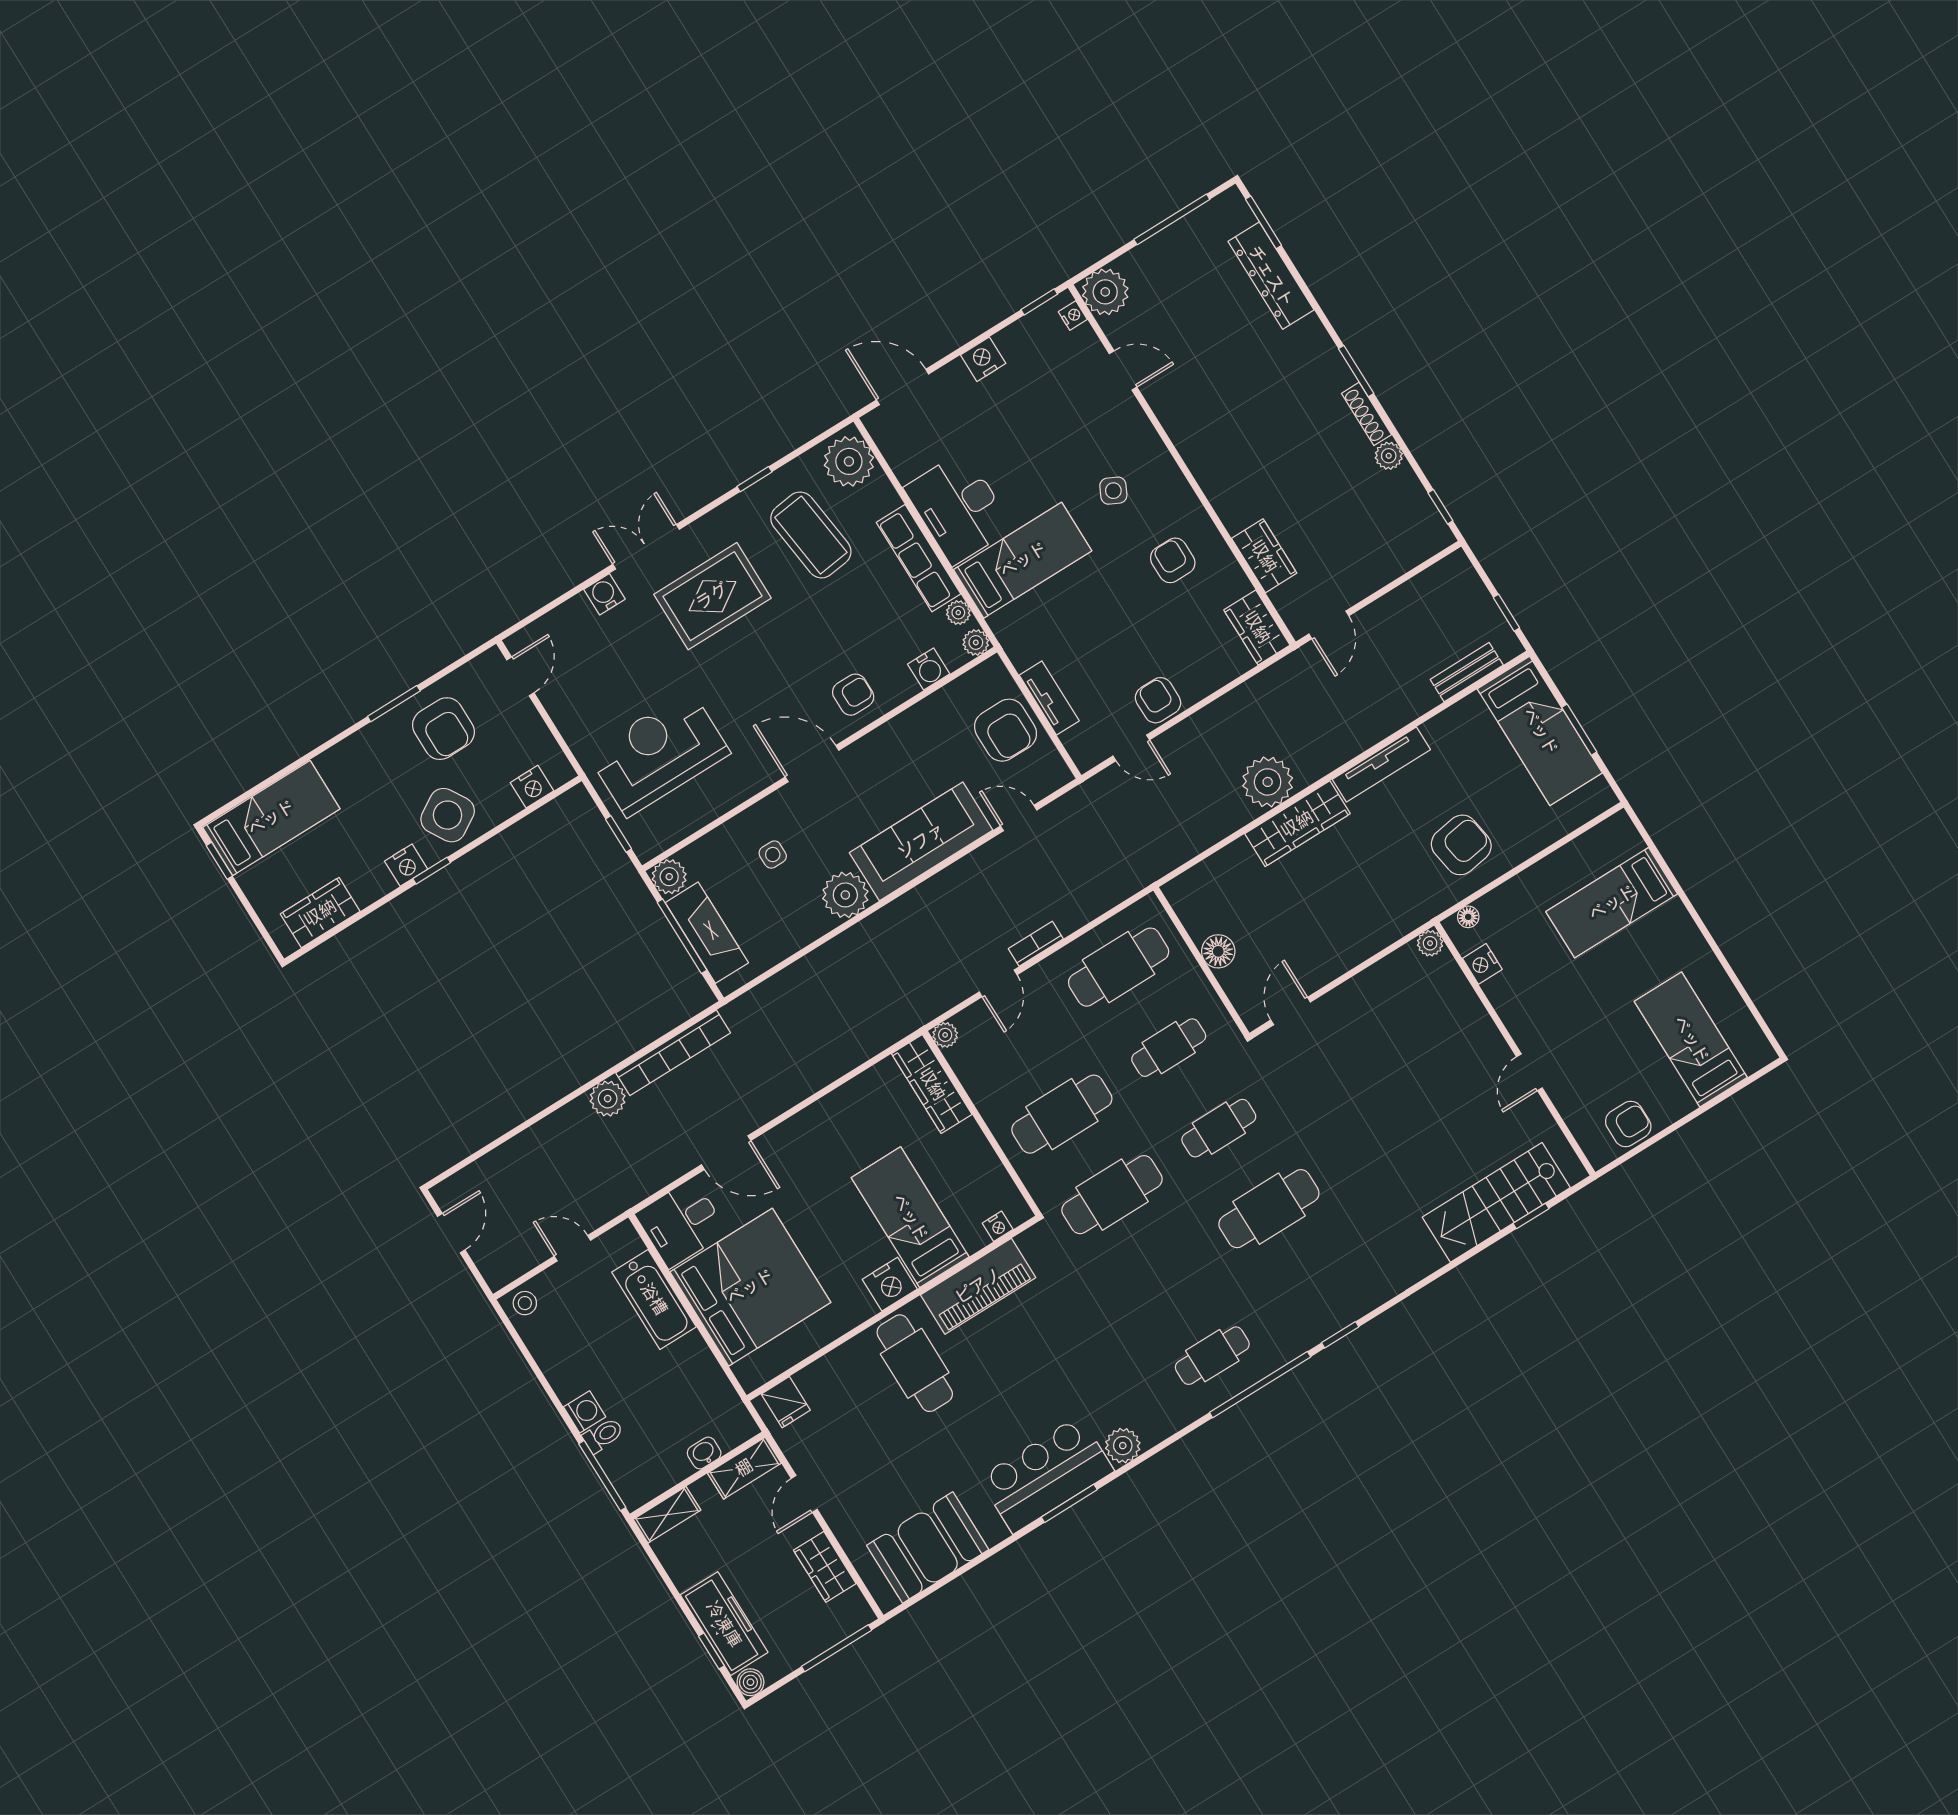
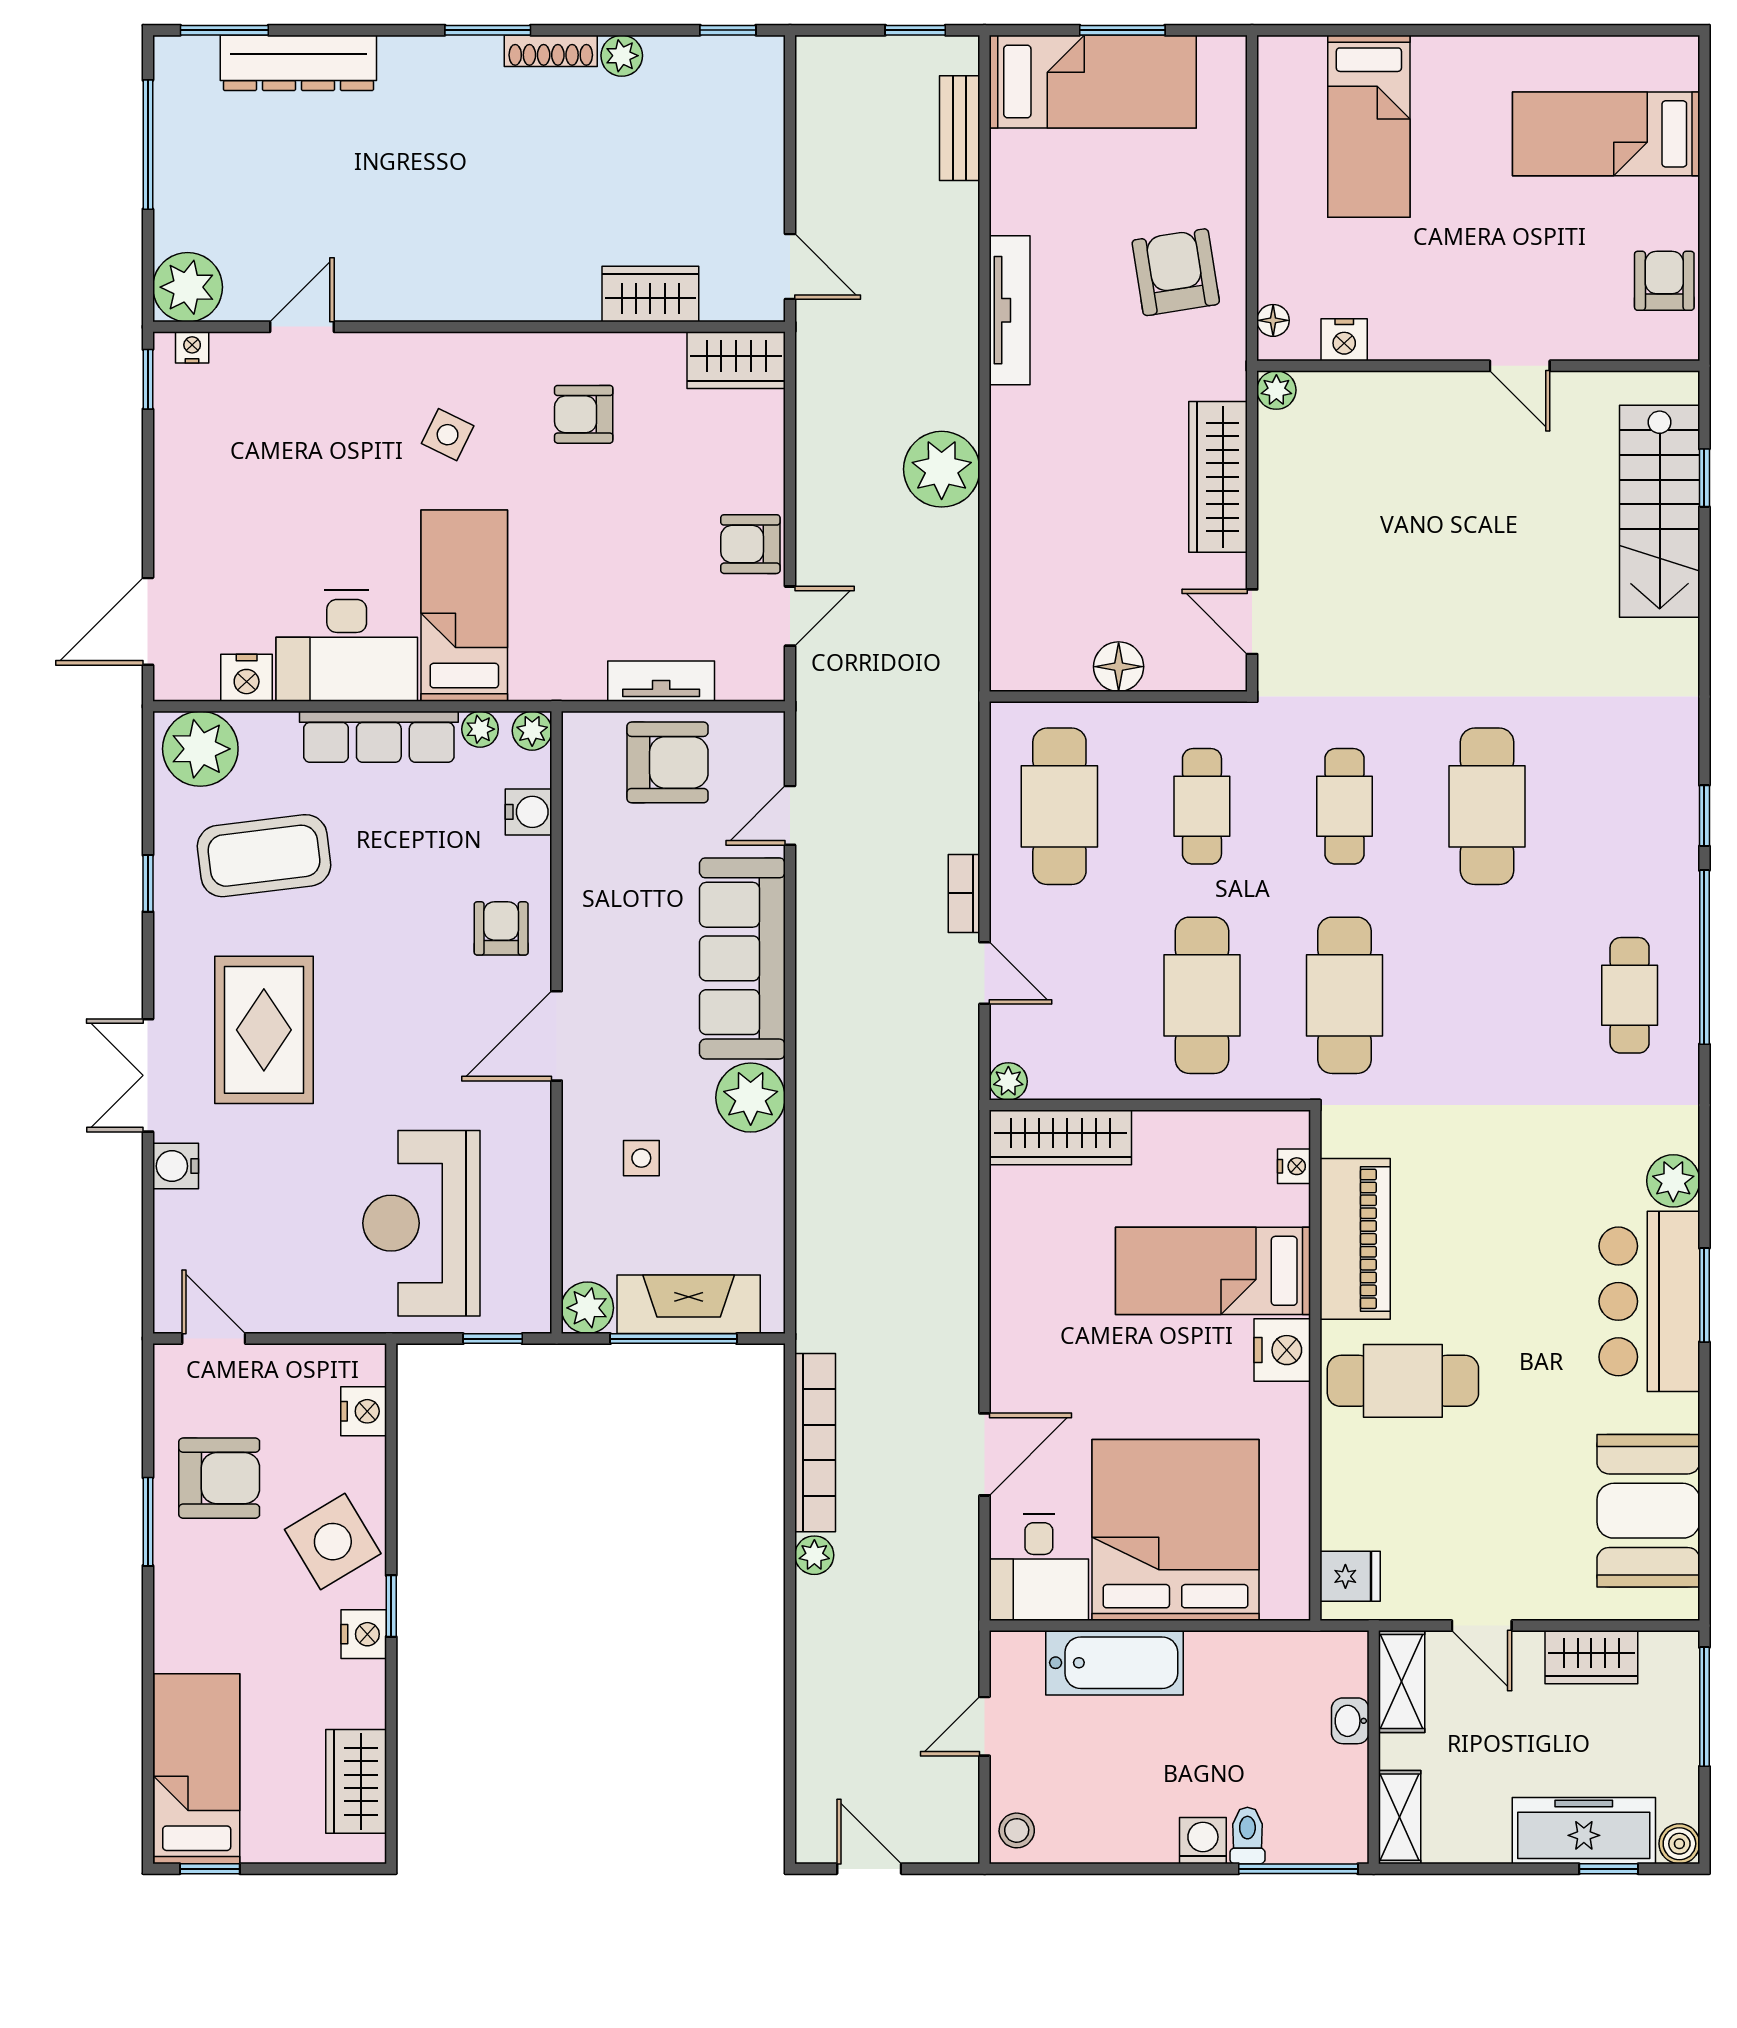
nightstand: (983, 359) -> (247, 678), moved, turned -90
wardrobe: (1297, 824) -> (1218, 477), moved, turned 180
plant: (608, 1099) -> (814, 1555), width x0.73, depth x0.73

